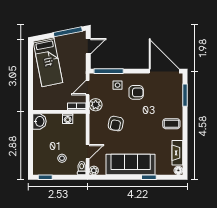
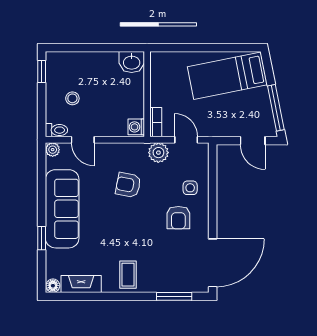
window: (109, 71) -> (213, 173), removed
washing machine: (68, 119) -> (136, 127), moved

